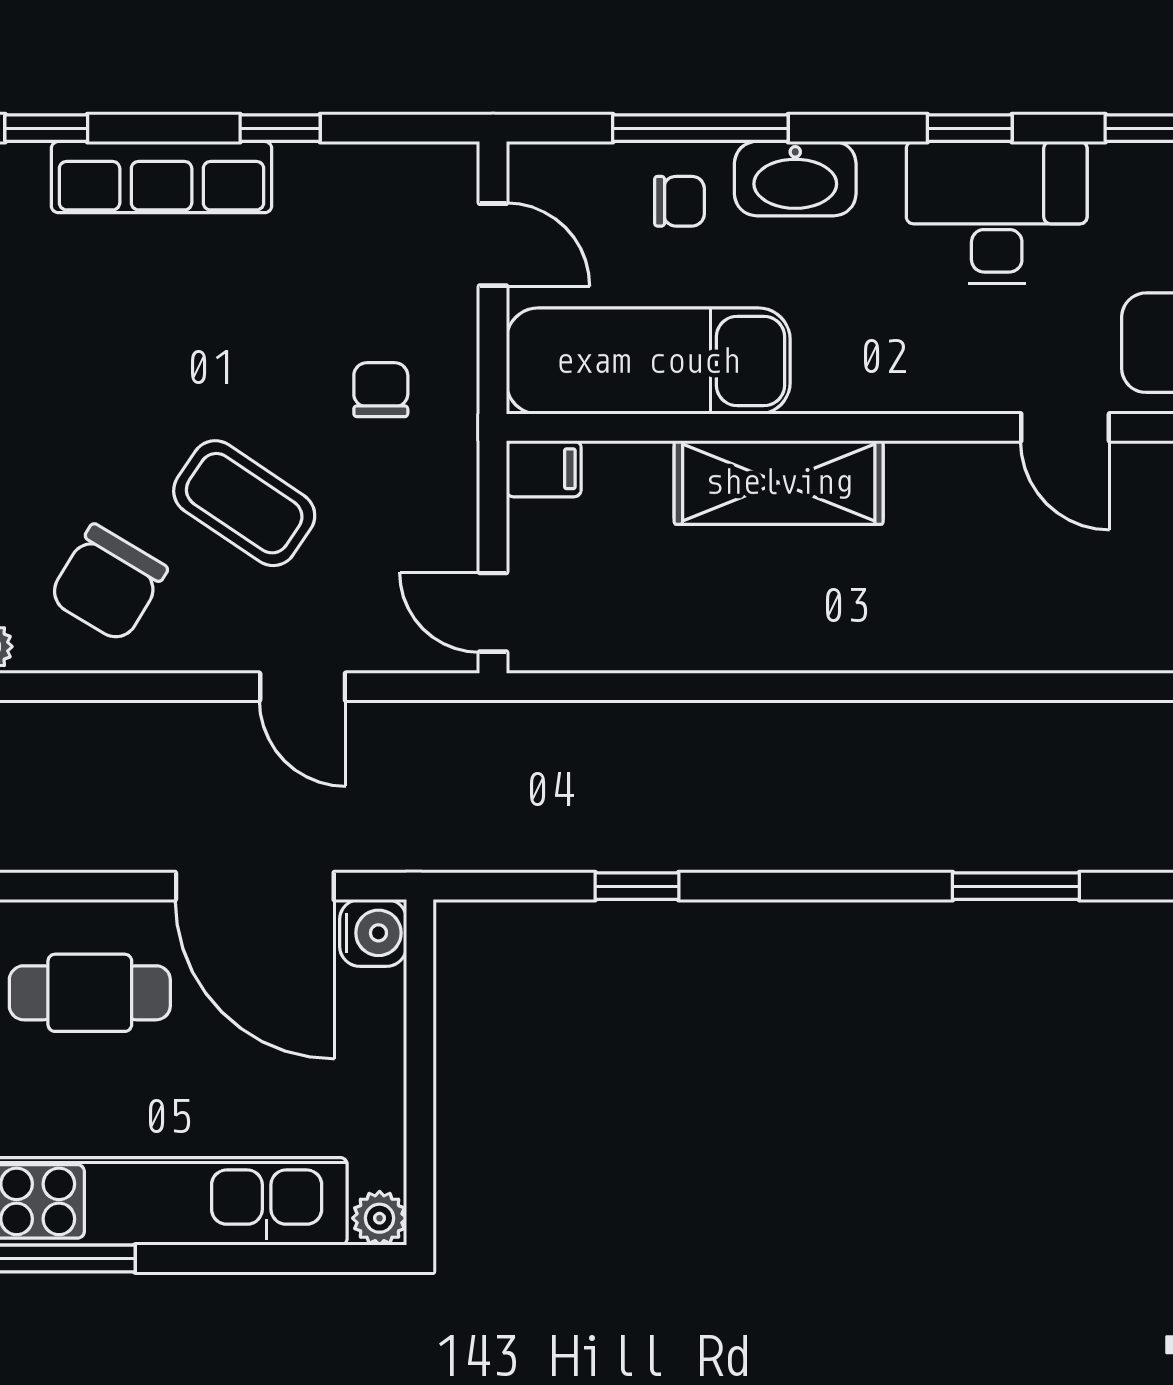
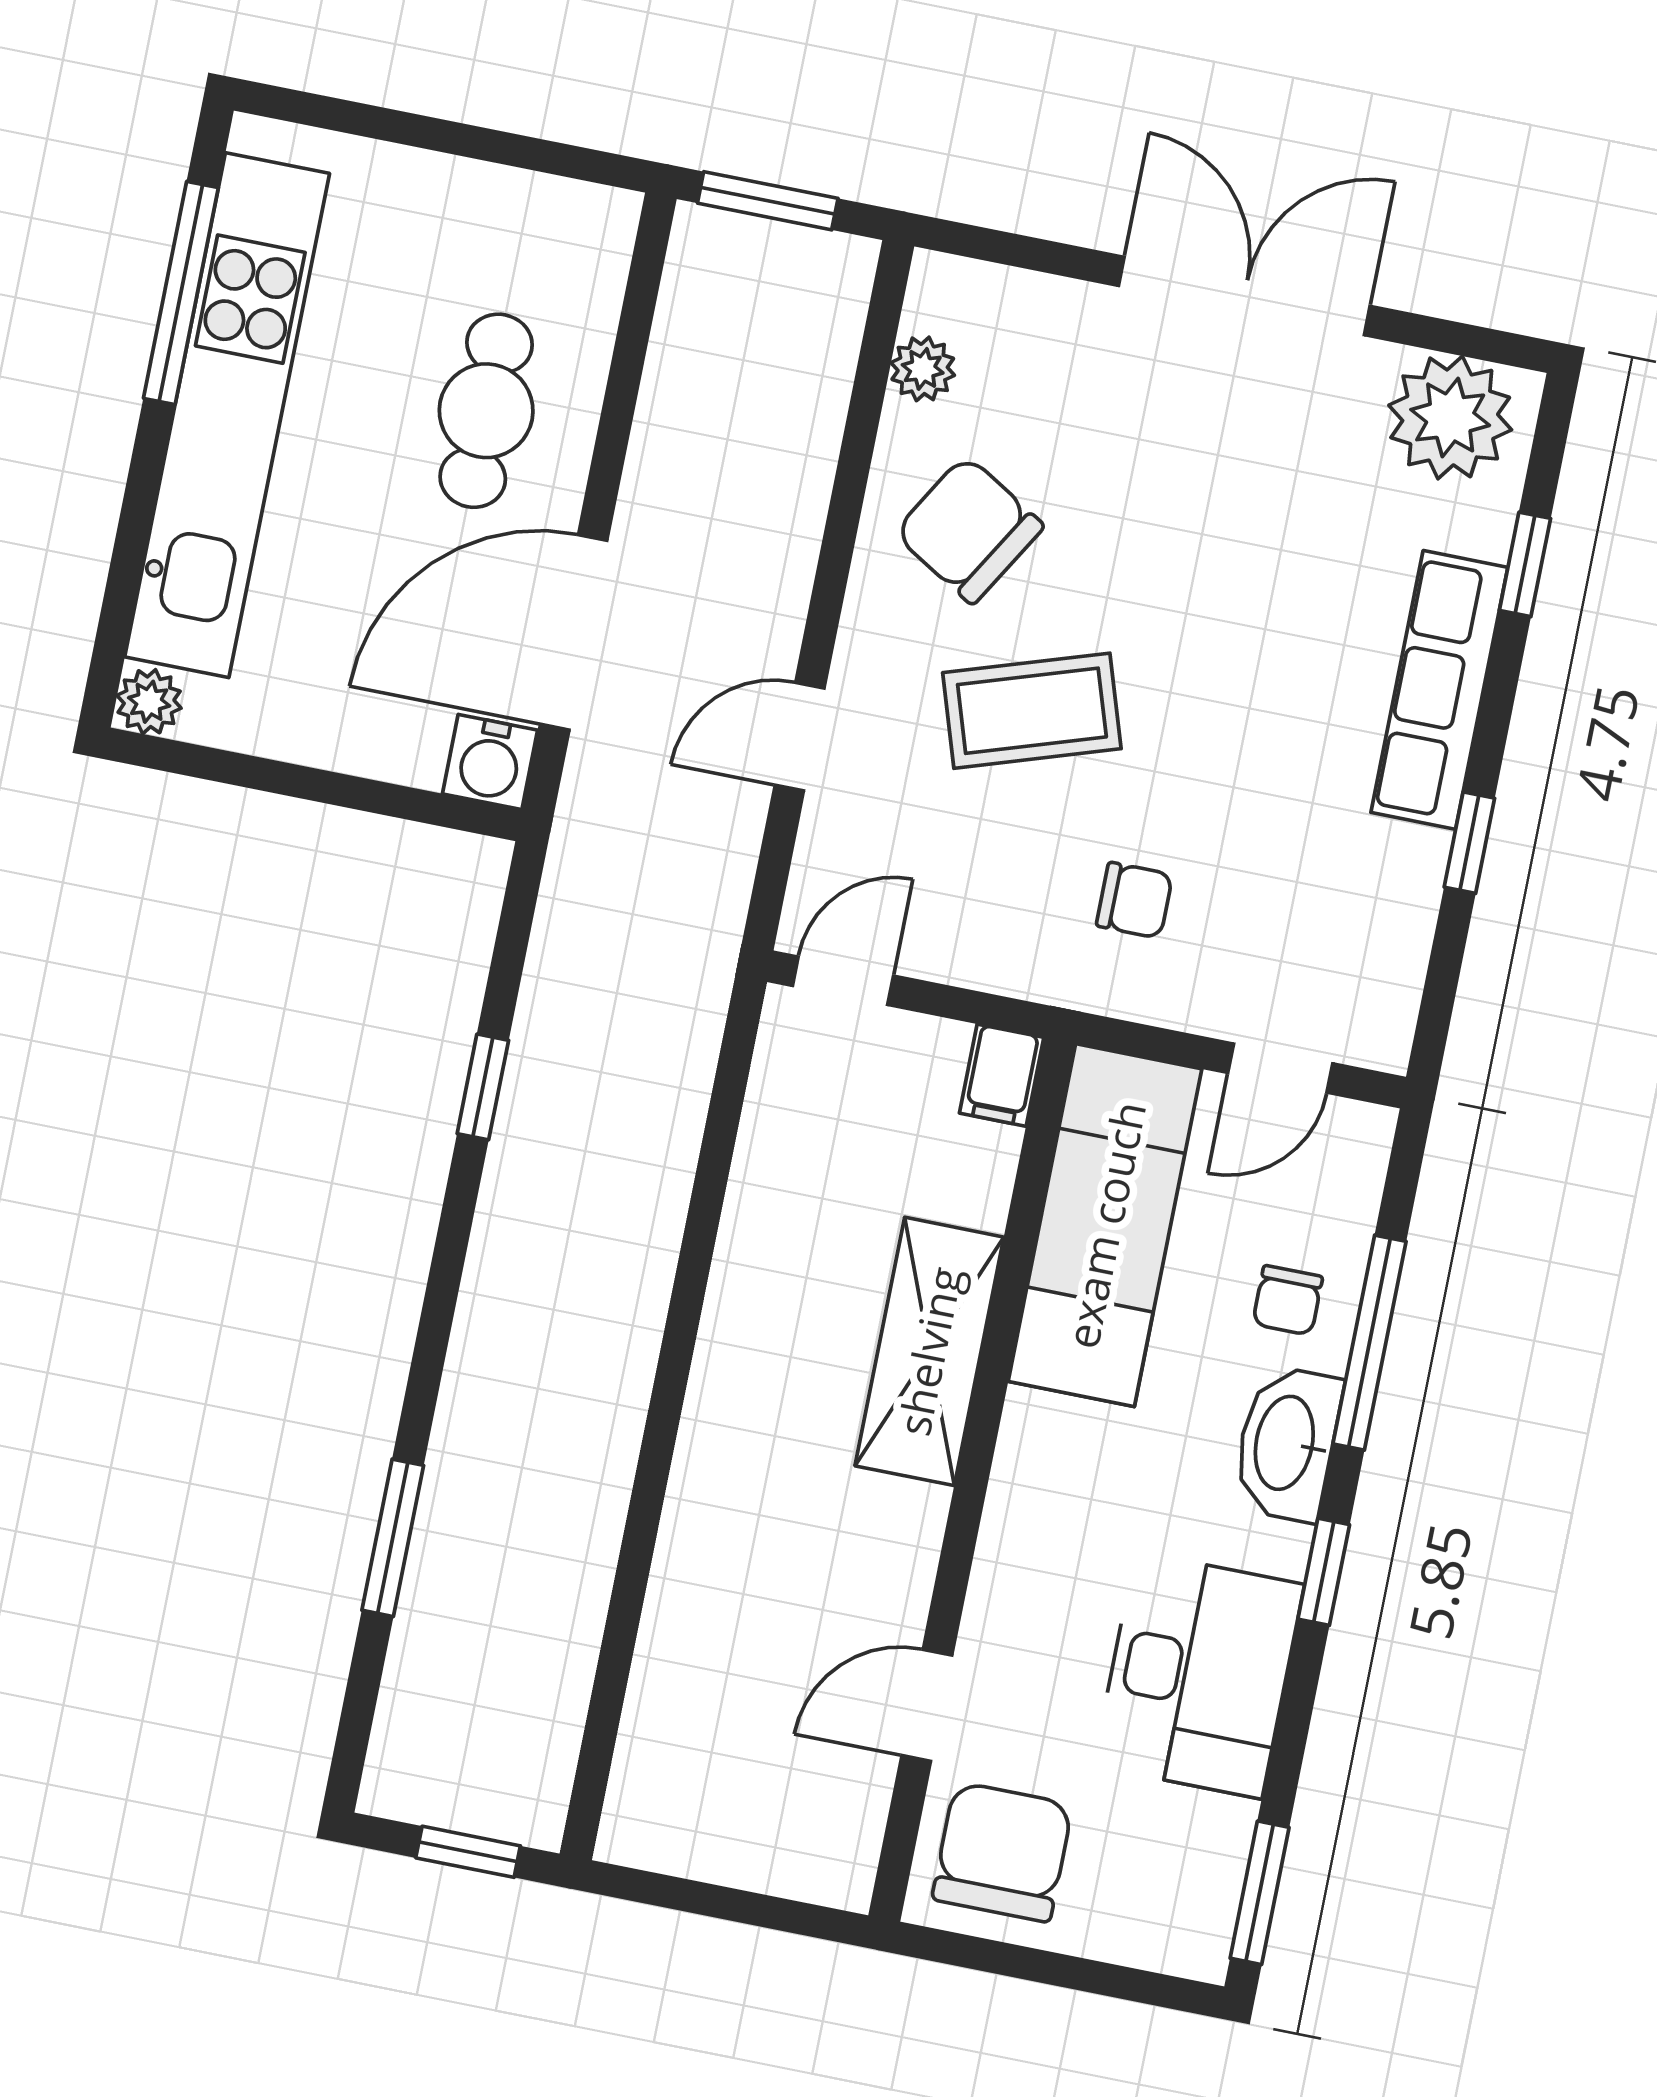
window: (970, 128) -> (1324, 1572), moved
coffee table: (244, 503) -> (1032, 711), turned 38

